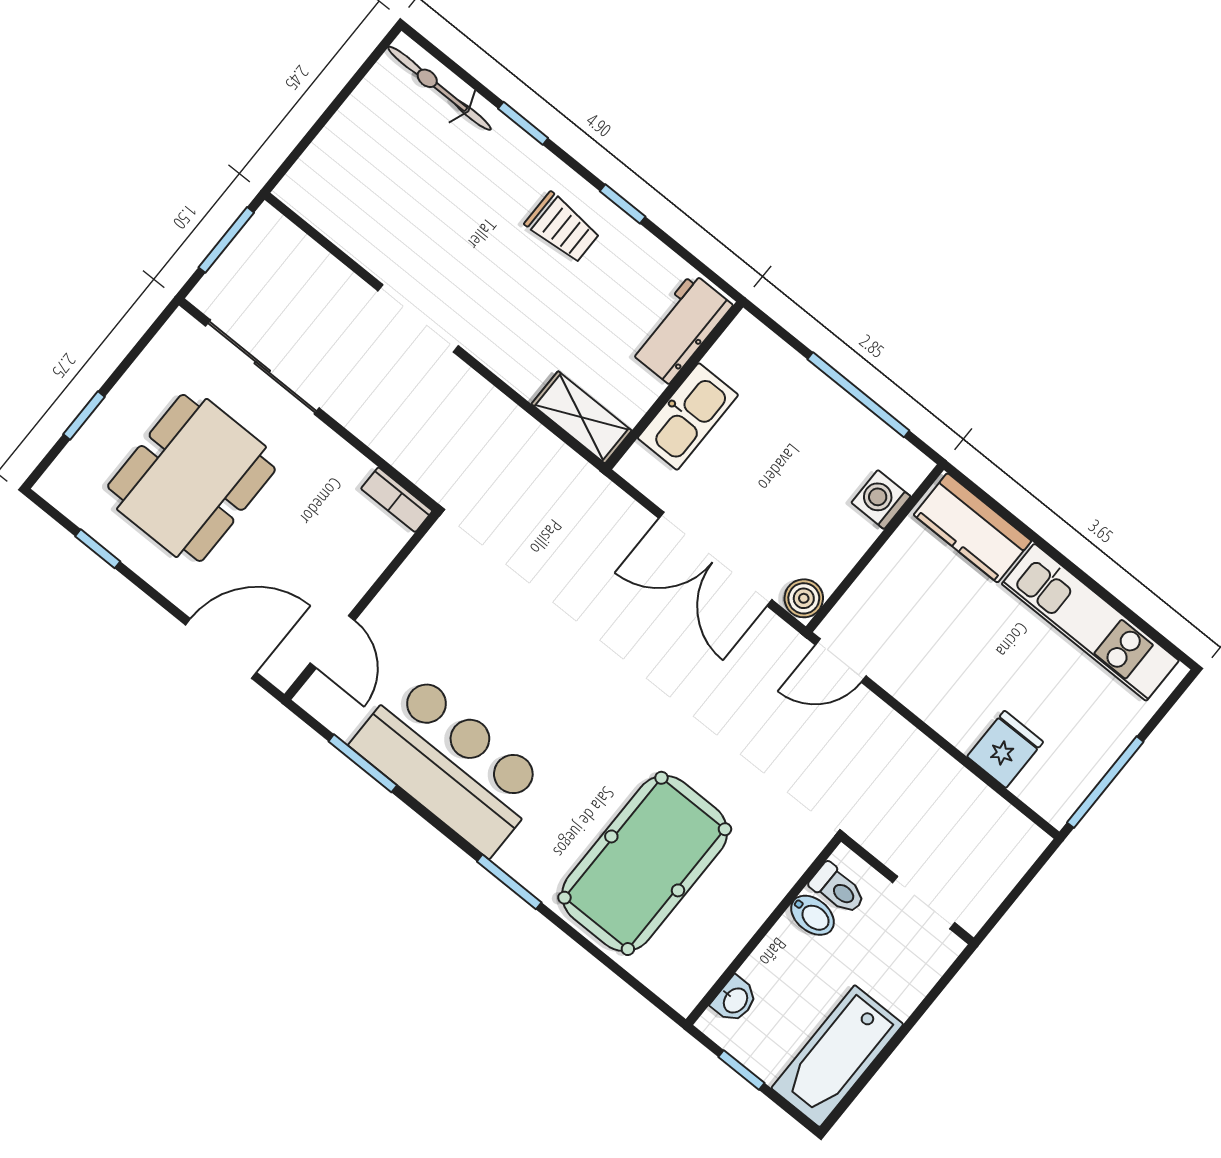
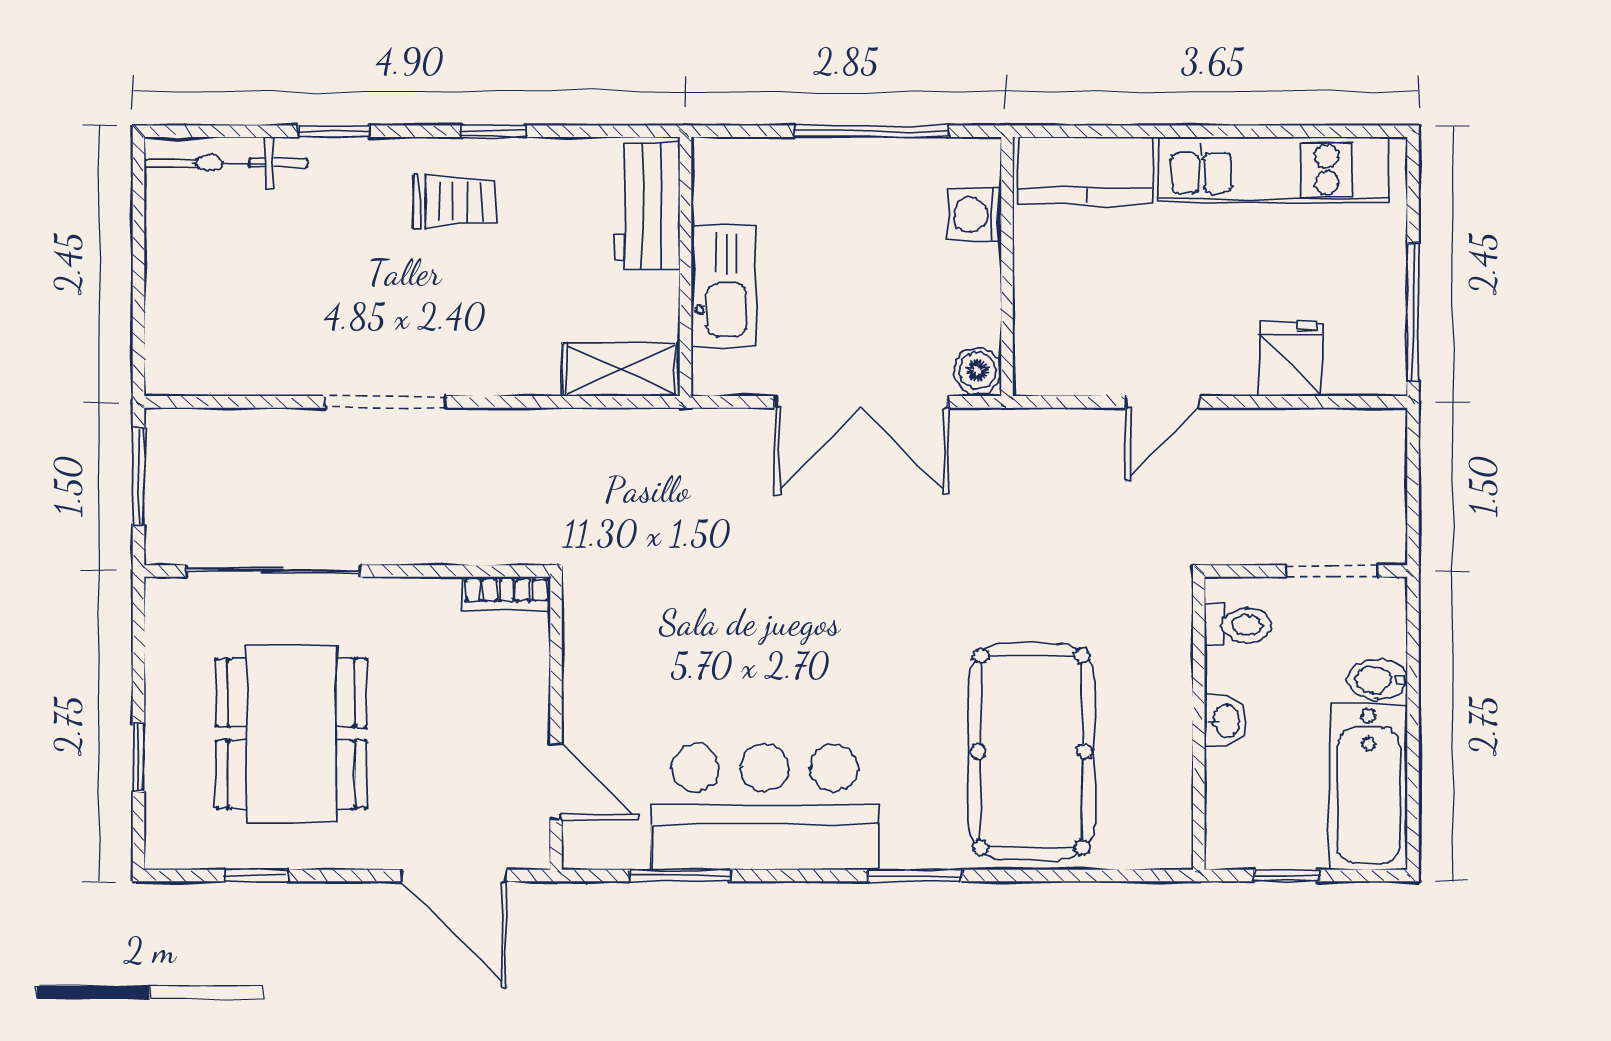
door: (221, 649) -> (453, 876), swing flipped
door: (841, 660) -> (1163, 402), moved
bidet: (813, 915) -> (1378, 680), moved, turned 180
washbasin: (735, 1000) -> (1225, 721), moved

